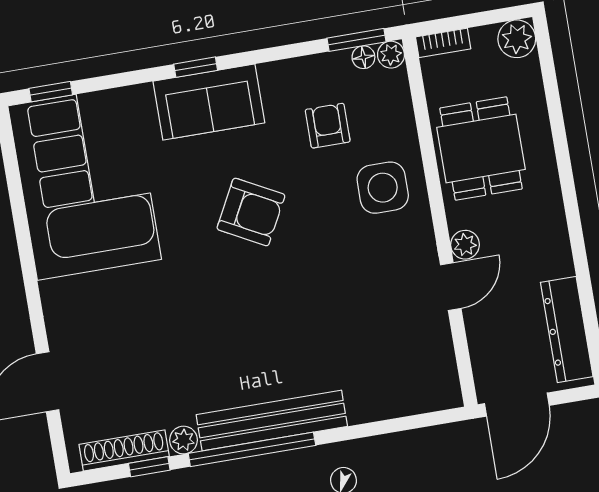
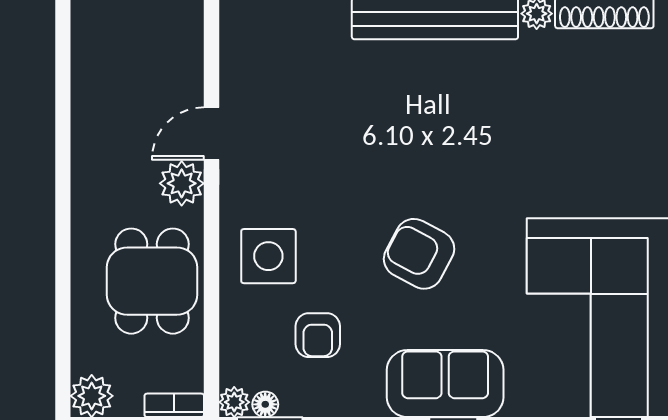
plant: (465, 245) -> (182, 183), width x1.38, depth x1.38
dresser: (567, 329) -> (91, 64), removed

